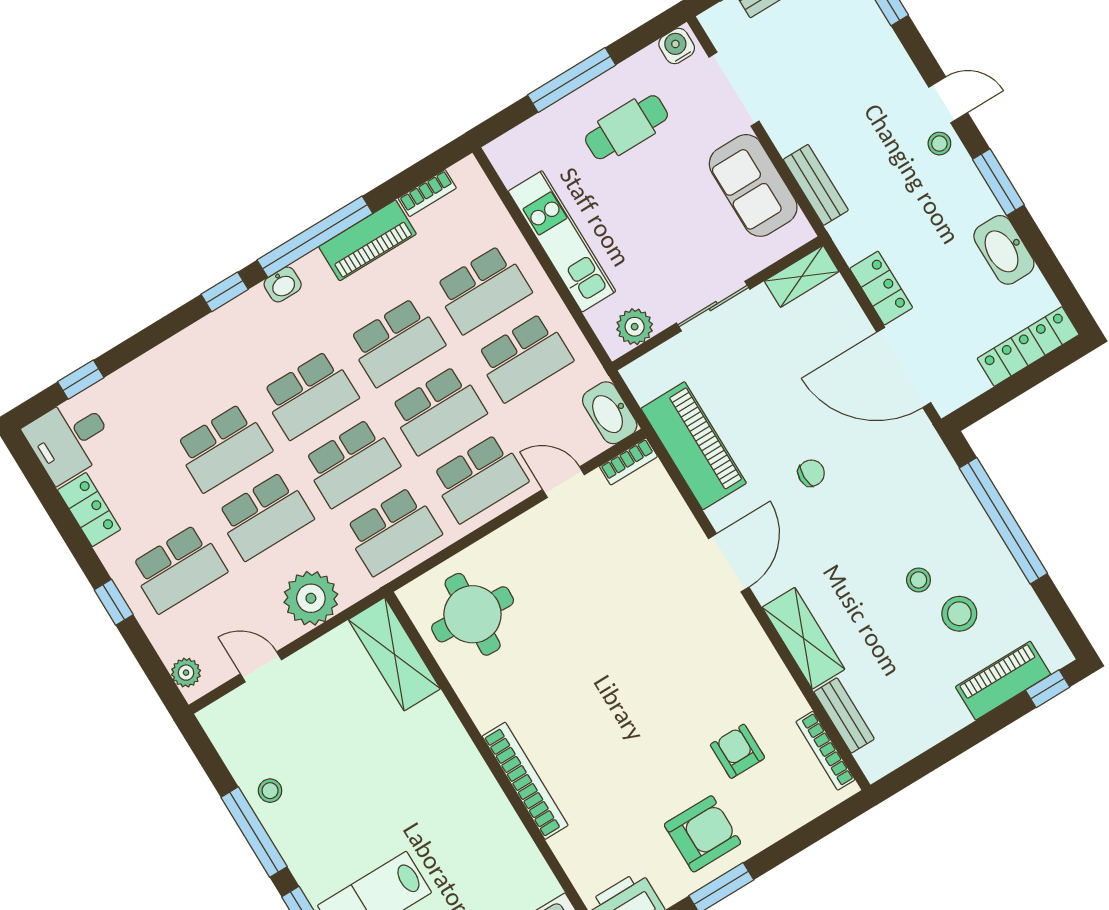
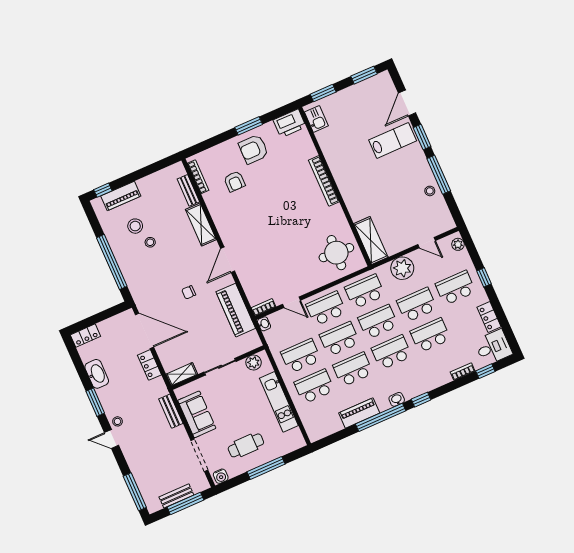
bookcase: (427, 193) -> (463, 372), moved
locker: (1028, 346) -> (85, 336), width x0.66
washbasin: (610, 413) -> (264, 324), width x0.52, depth x0.69

